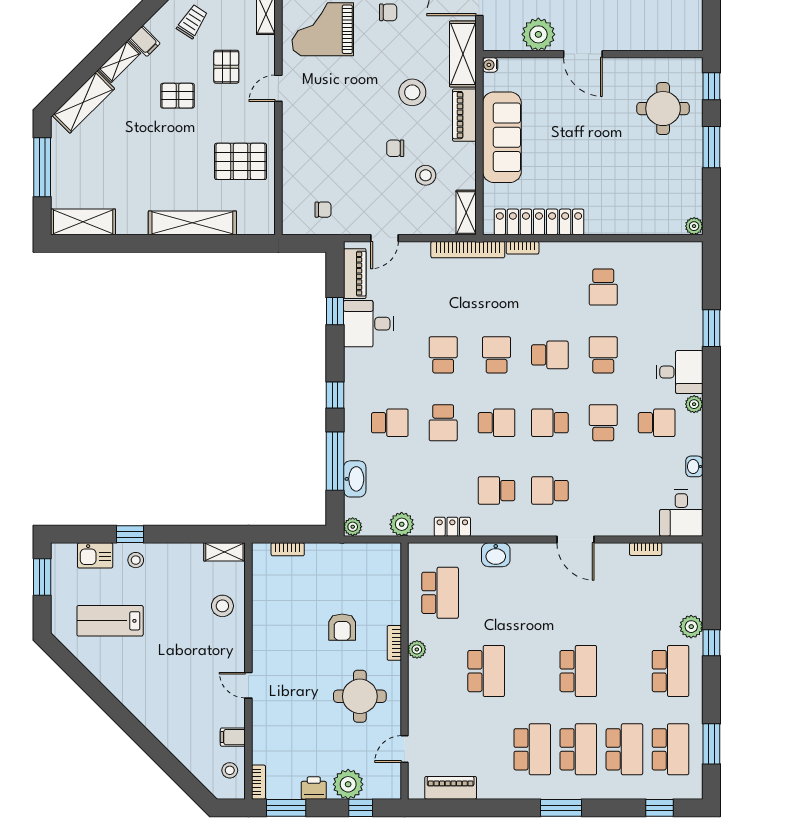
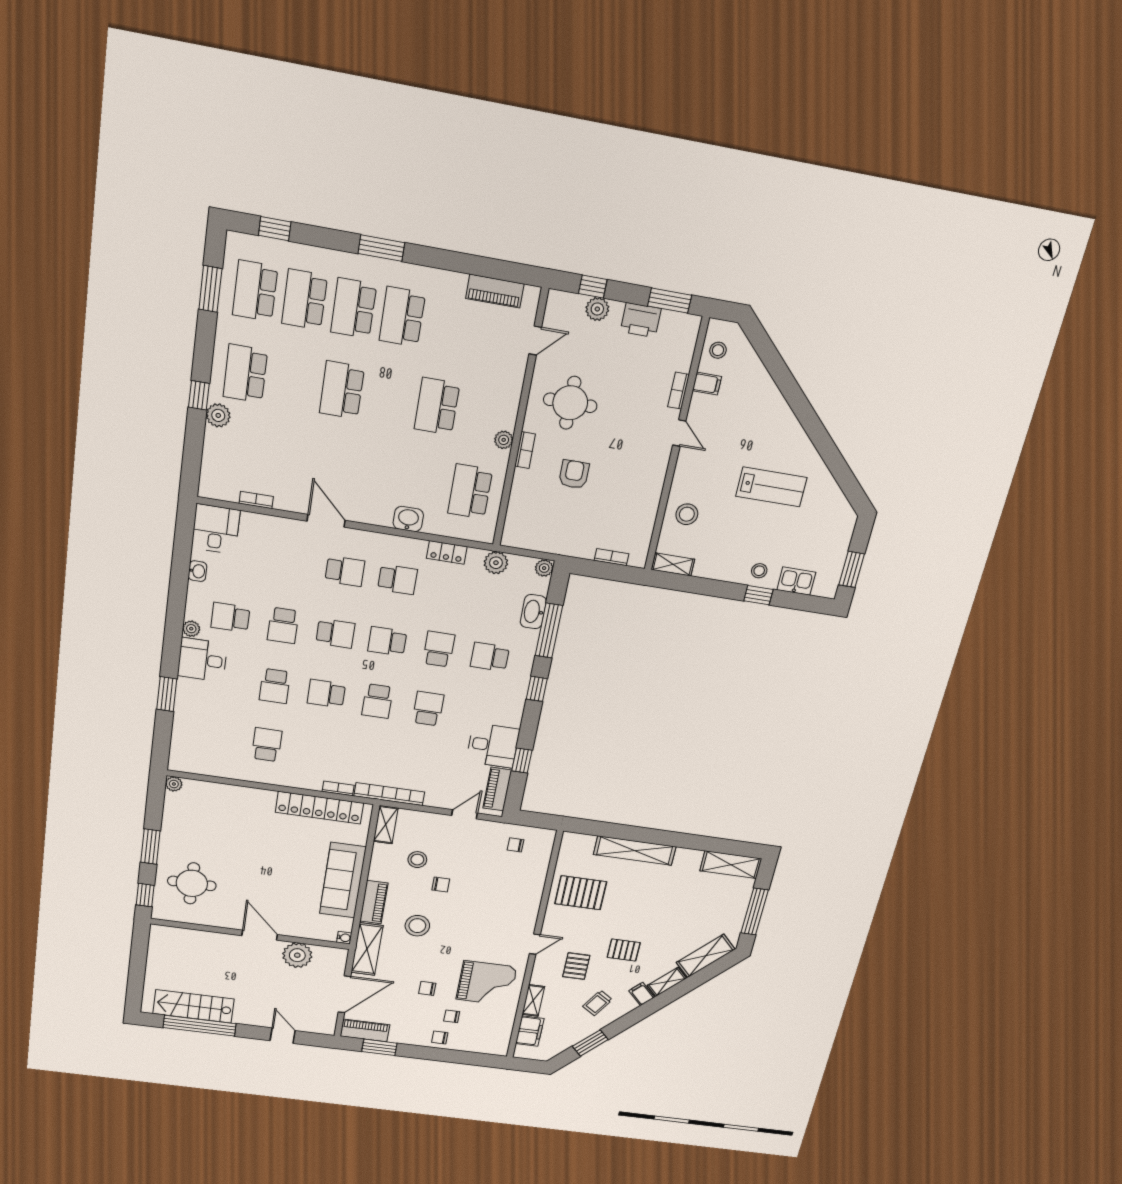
school desk: (443, 355) -> (428, 709), turned 180
lab bench: (110, 621) -> (771, 487), moved
bookcase: (259, 782) -> (679, 391), moved
plant: (348, 784) -> (597, 309), width x0.73, depth x0.73
printer: (314, 788) -> (641, 320), width x1.36, depth x1.24

